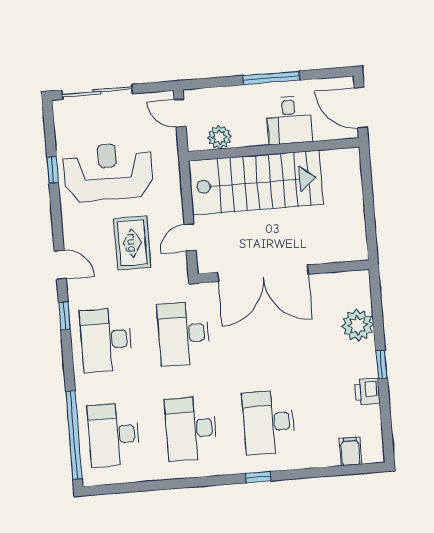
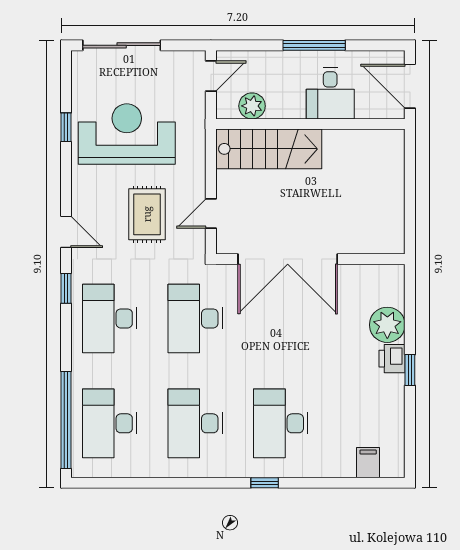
door: (180, 113) -> (211, 76), swing flipped
stairs: (256, 183) -> (269, 149), width x0.73, depth x0.66
printer: (367, 392) -> (392, 359), moved

